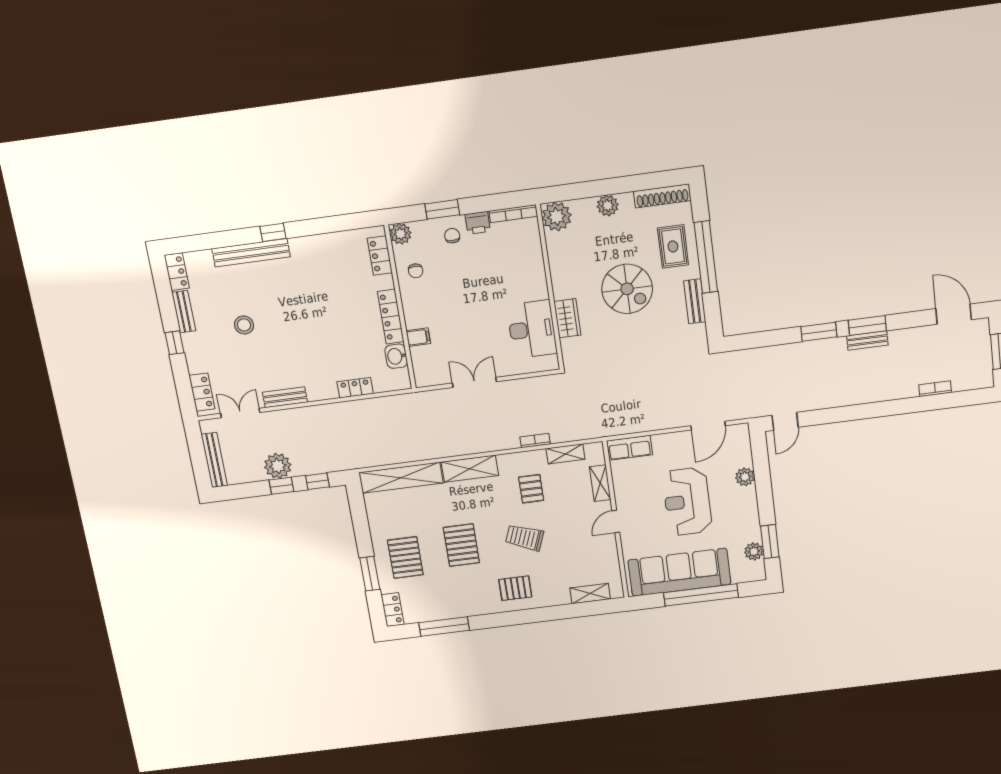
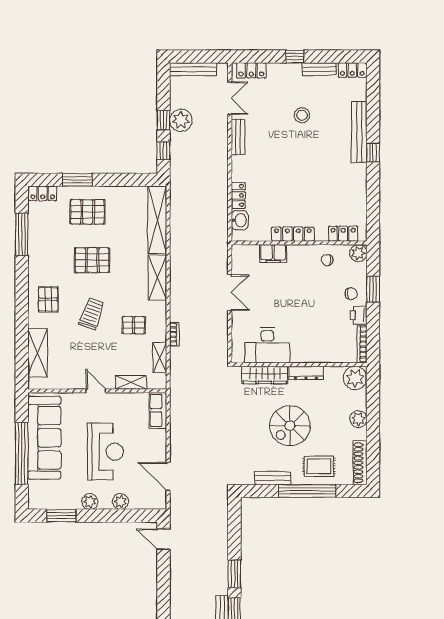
dresser: (559, 278) -> (306, 373), added
wardrobe: (567, 318) -> (265, 375), width x1.50
filing cabinet: (418, 337) -> (273, 253), width x2.00
washbasin: (396, 356) -> (240, 220), moved, turned 90
reception desk: (687, 502) -> (105, 452), turned 90
plant: (754, 551) -> (90, 502), moved
shelving: (590, 594) -> (38, 353), width x1.50, depth x1.33

